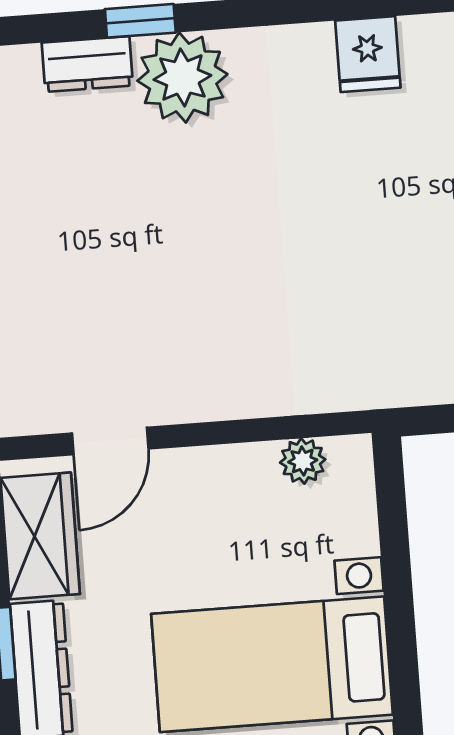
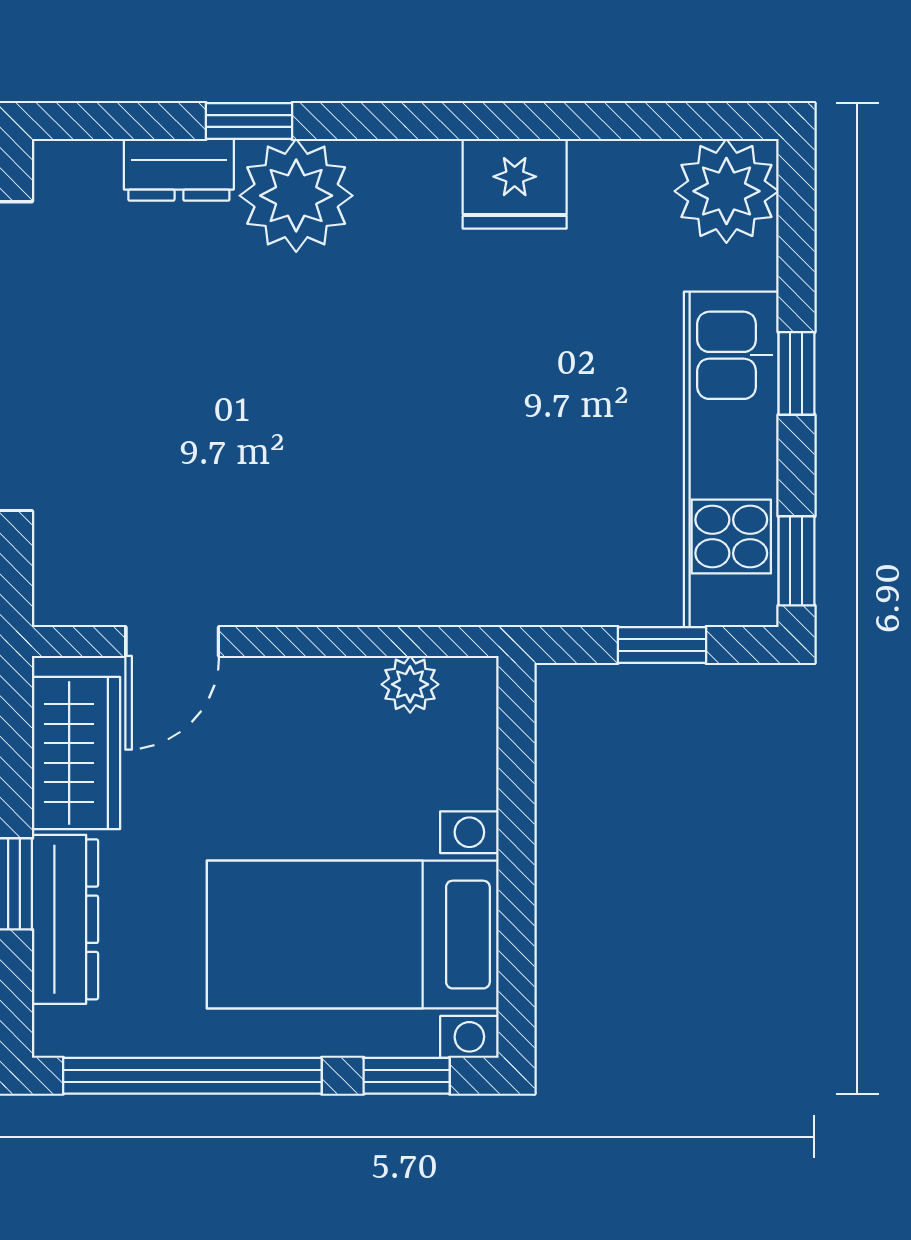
fridge: (368, 54) -> (515, 184), width x1.38

